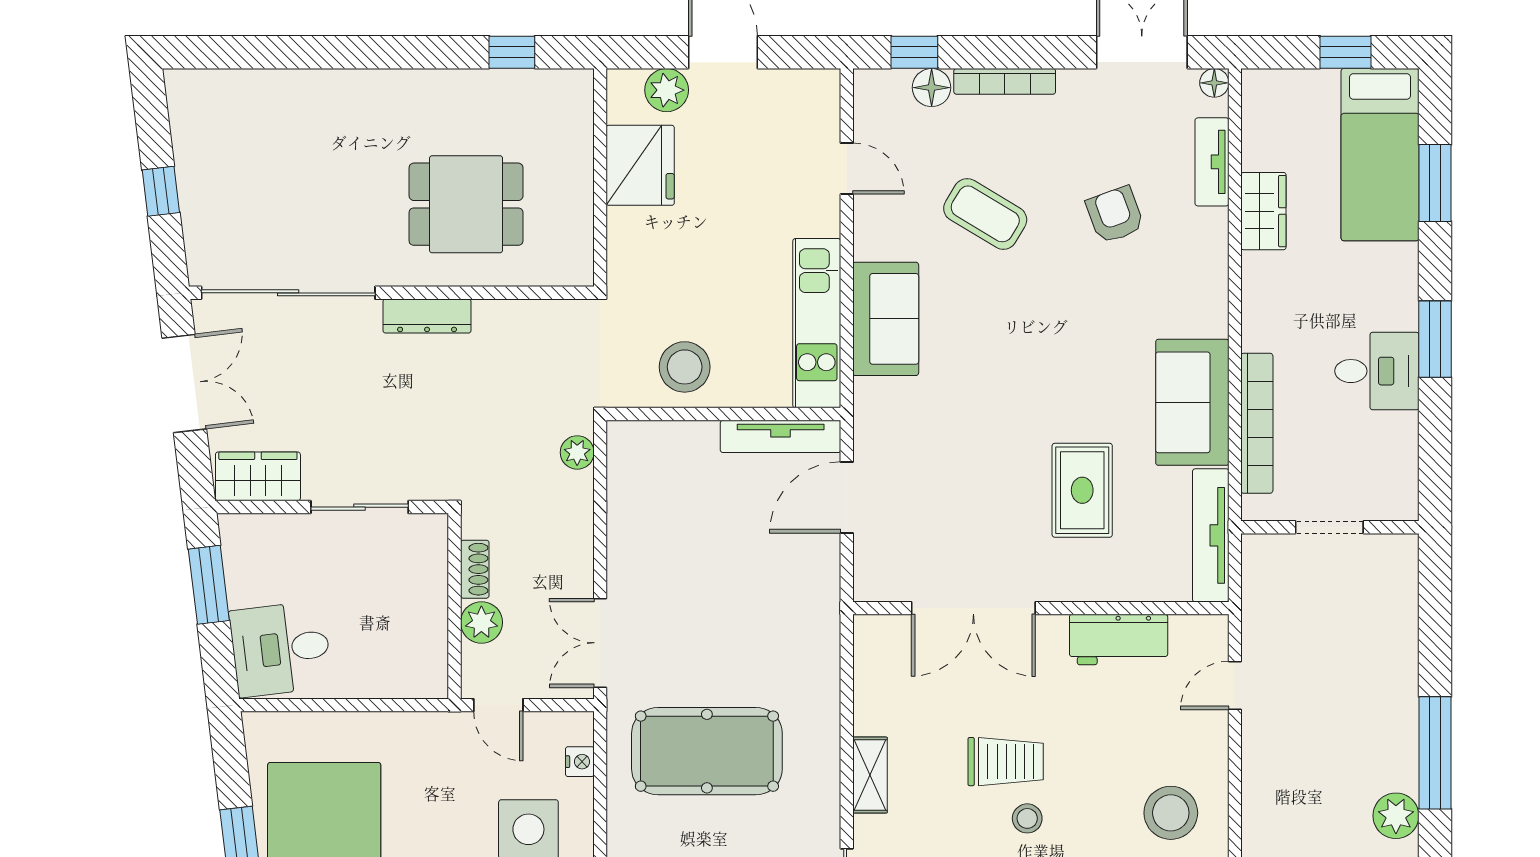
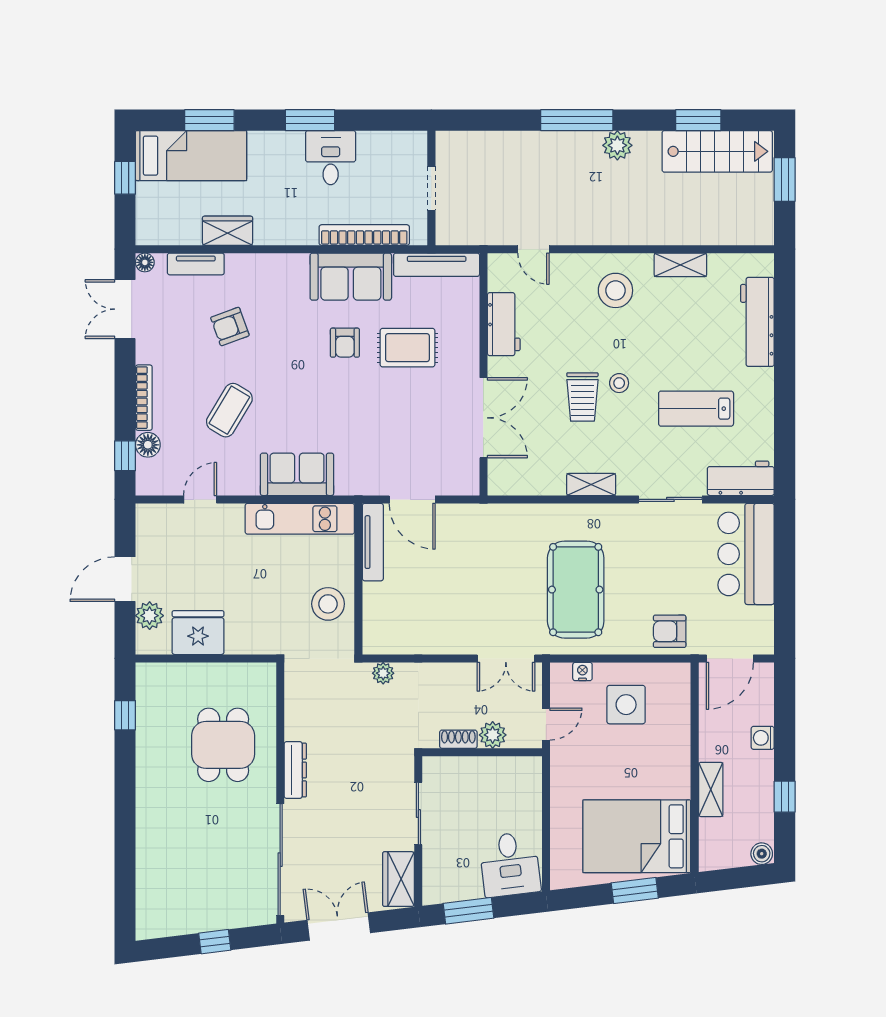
armchair: (1090, 393) -> (345, 343), added
trolley: (1006, 762) -> (582, 397), turned 180

